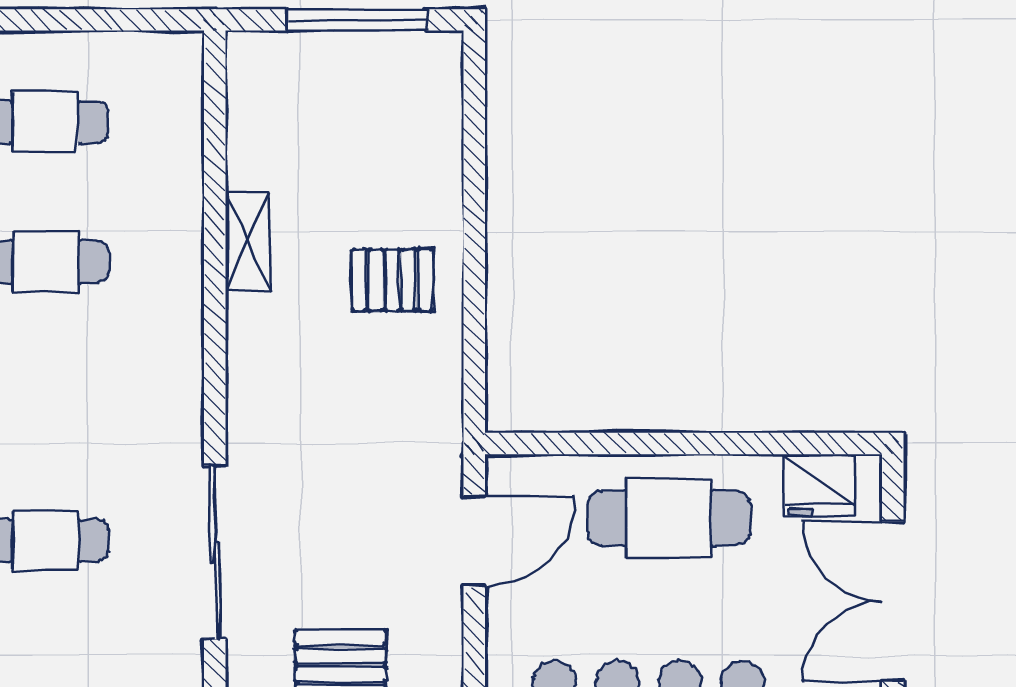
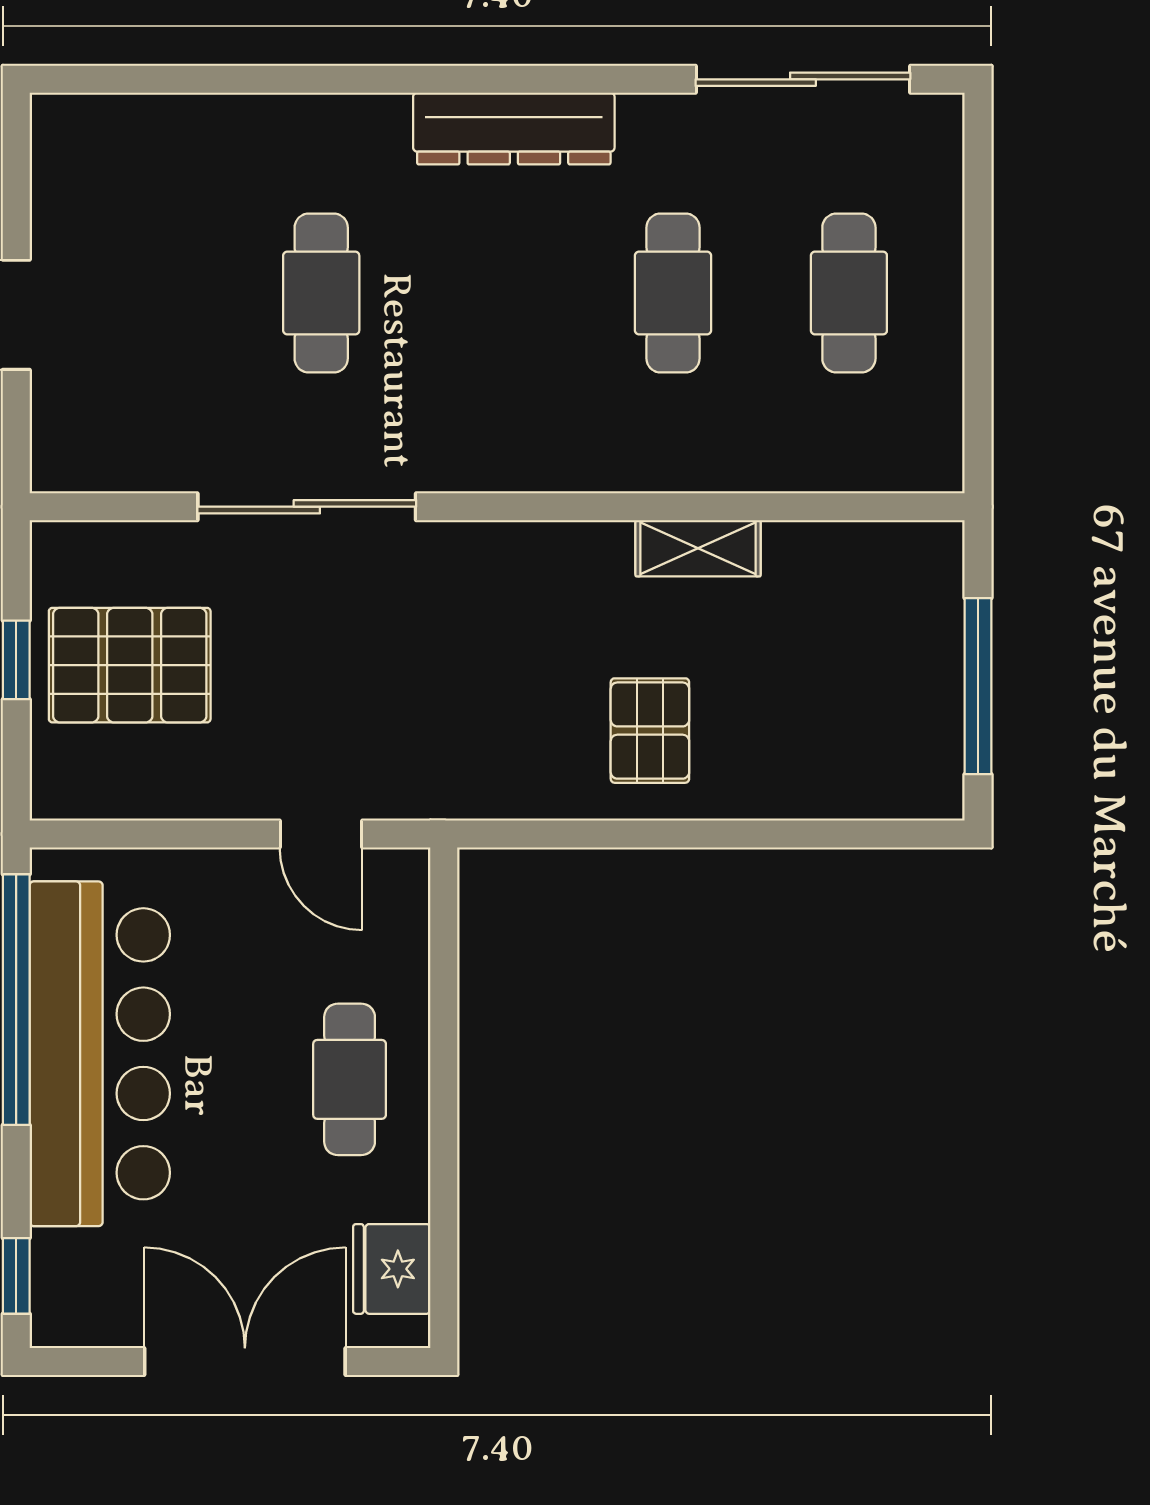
cafe table: (669, 518) -> (350, 1079), width x0.73, depth x0.74
door: (474, 541) -> (321, 834), width x0.73

